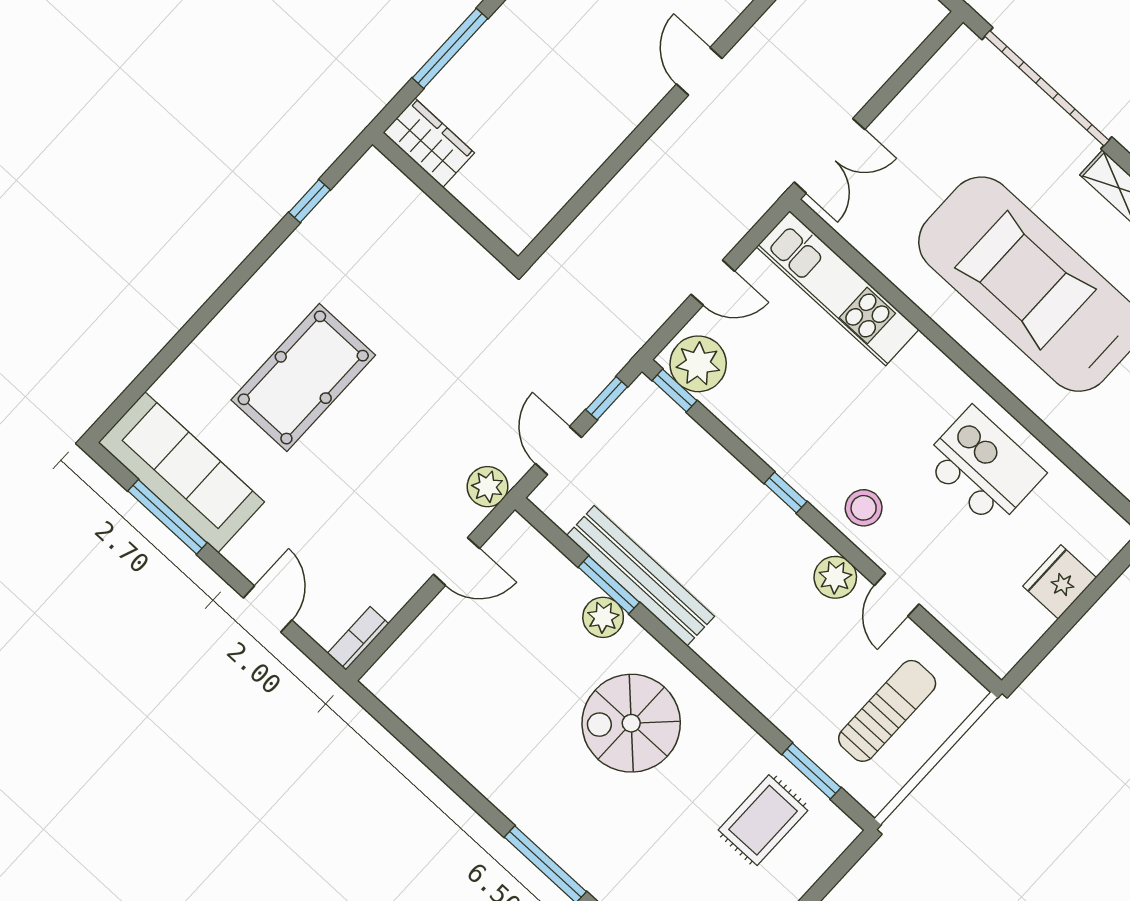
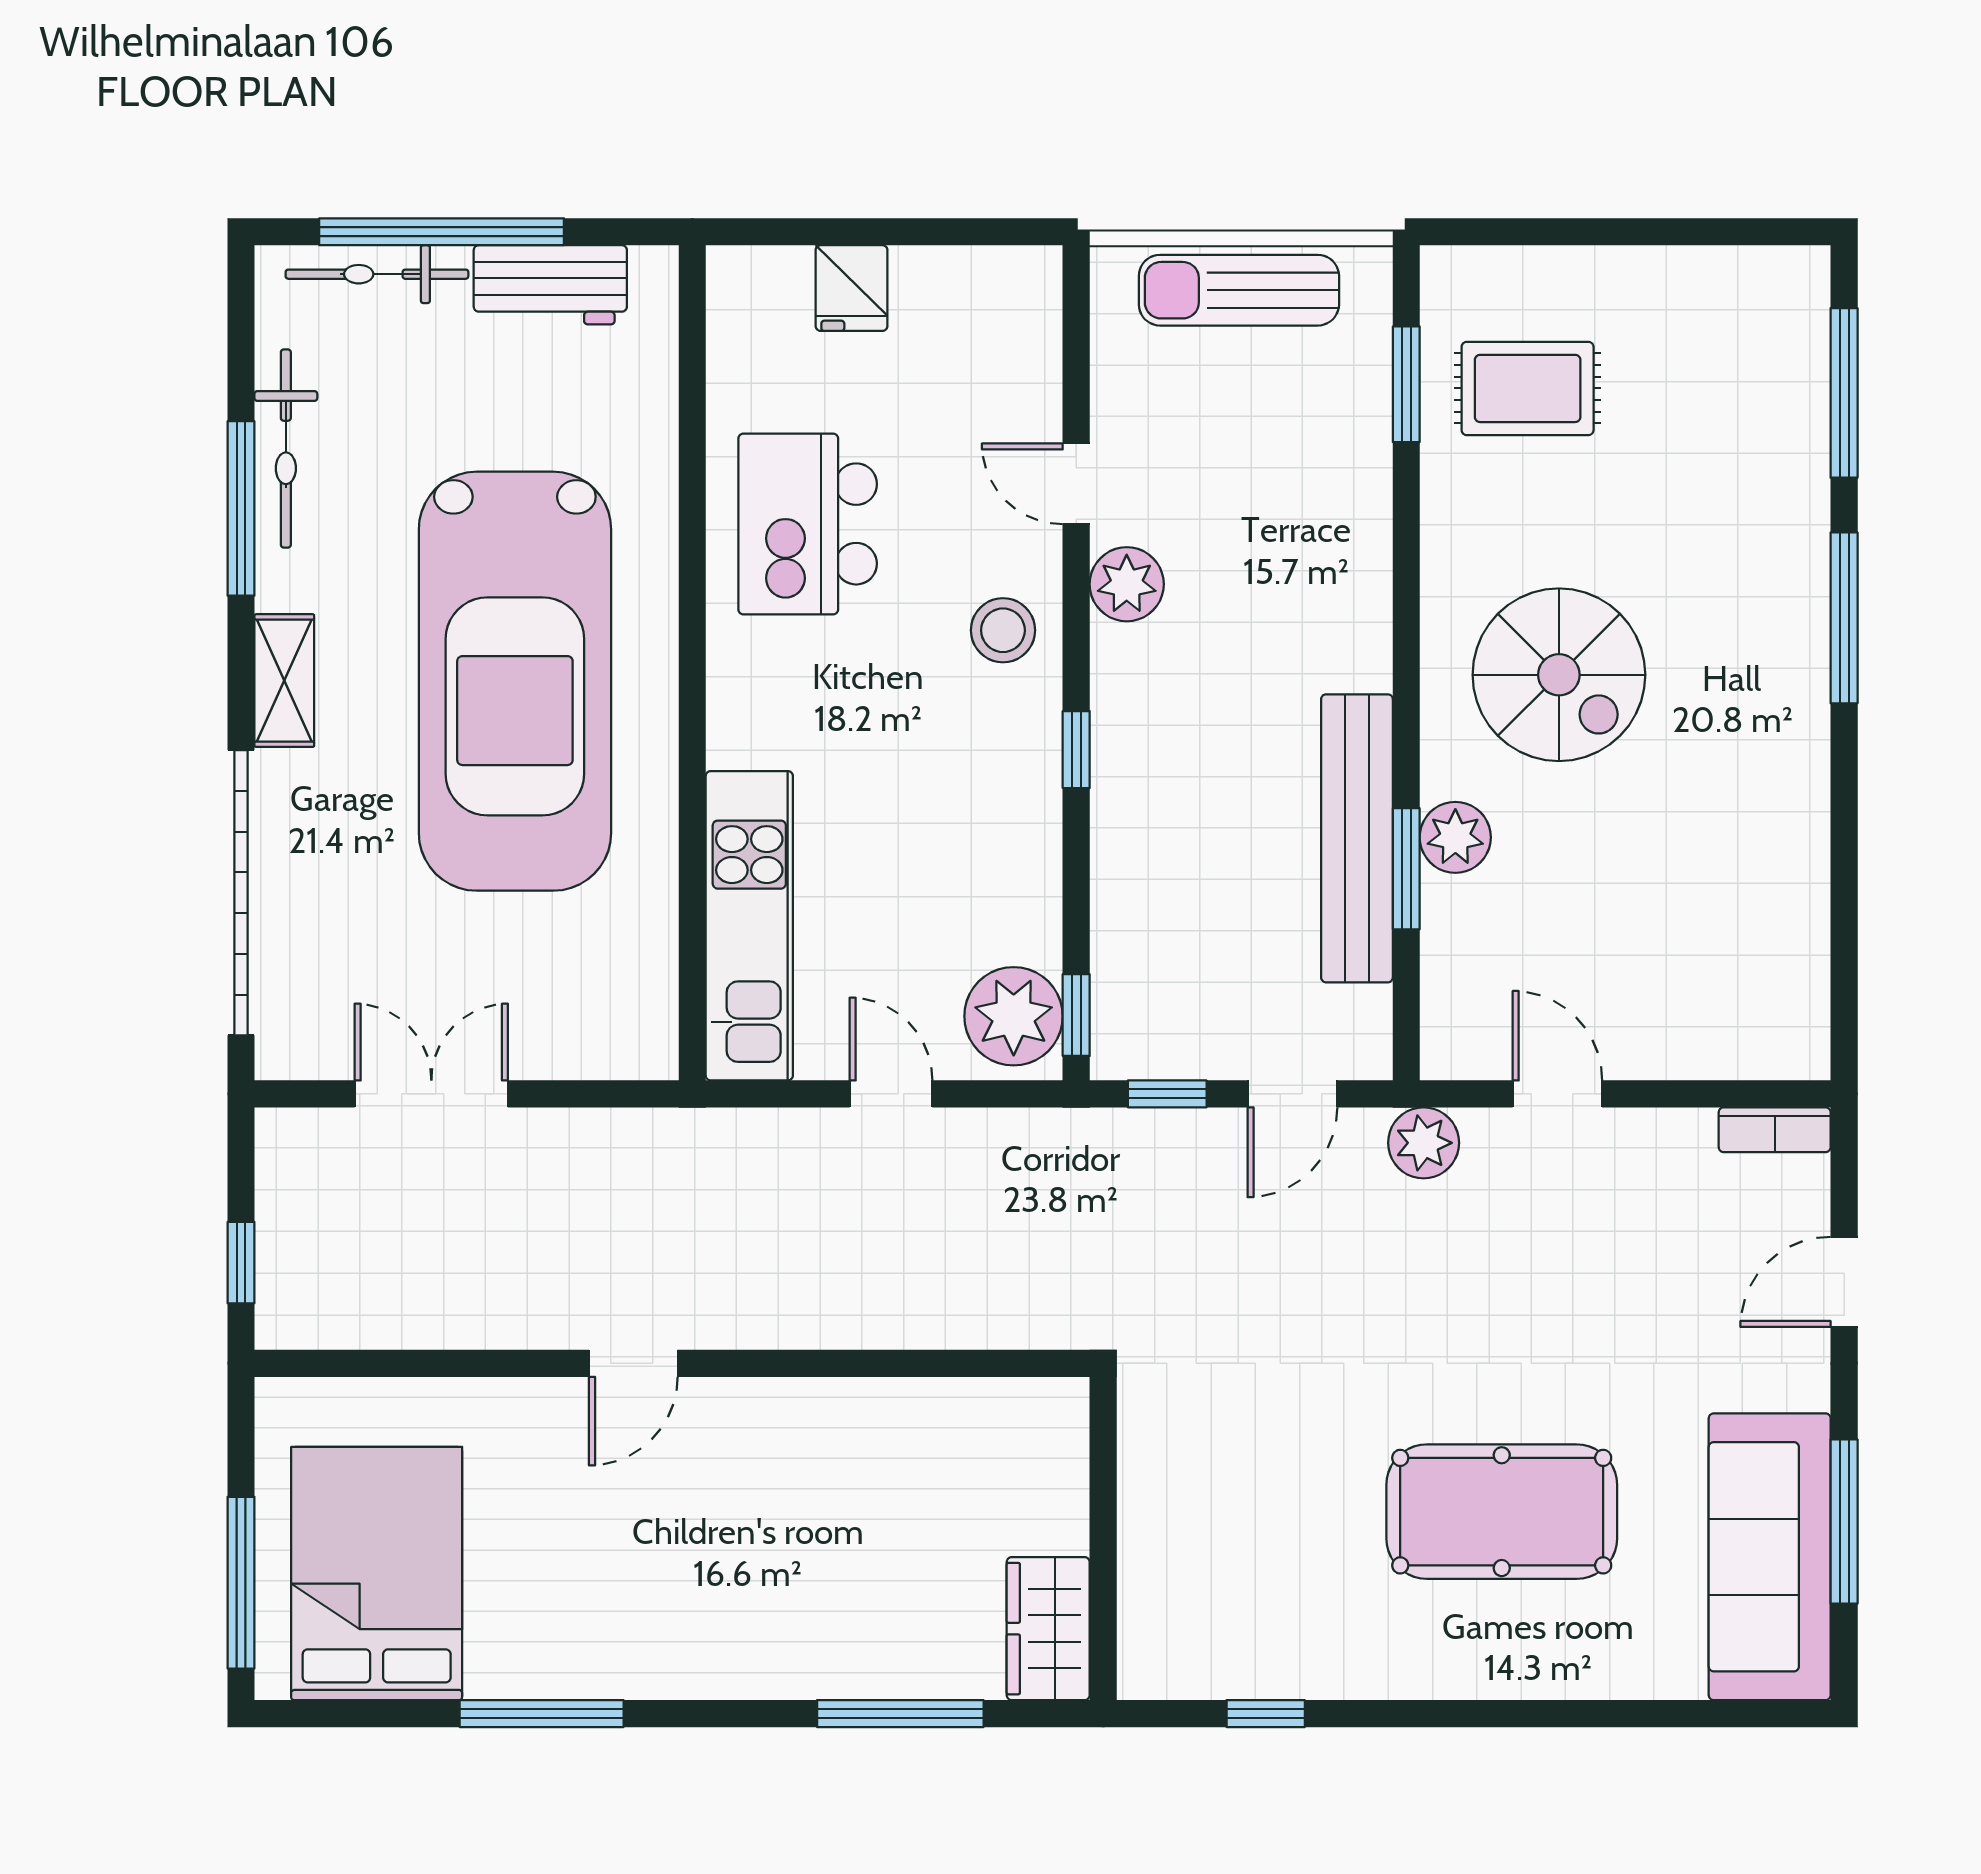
double door: (830, 156) -> (431, 1094), moved
fridge: (1060, 582) -> (852, 288), width x0.72
door: (897, 595) -> (1076, 484), swing flipped
sun lounger: (887, 711) -> (1239, 290), moved

